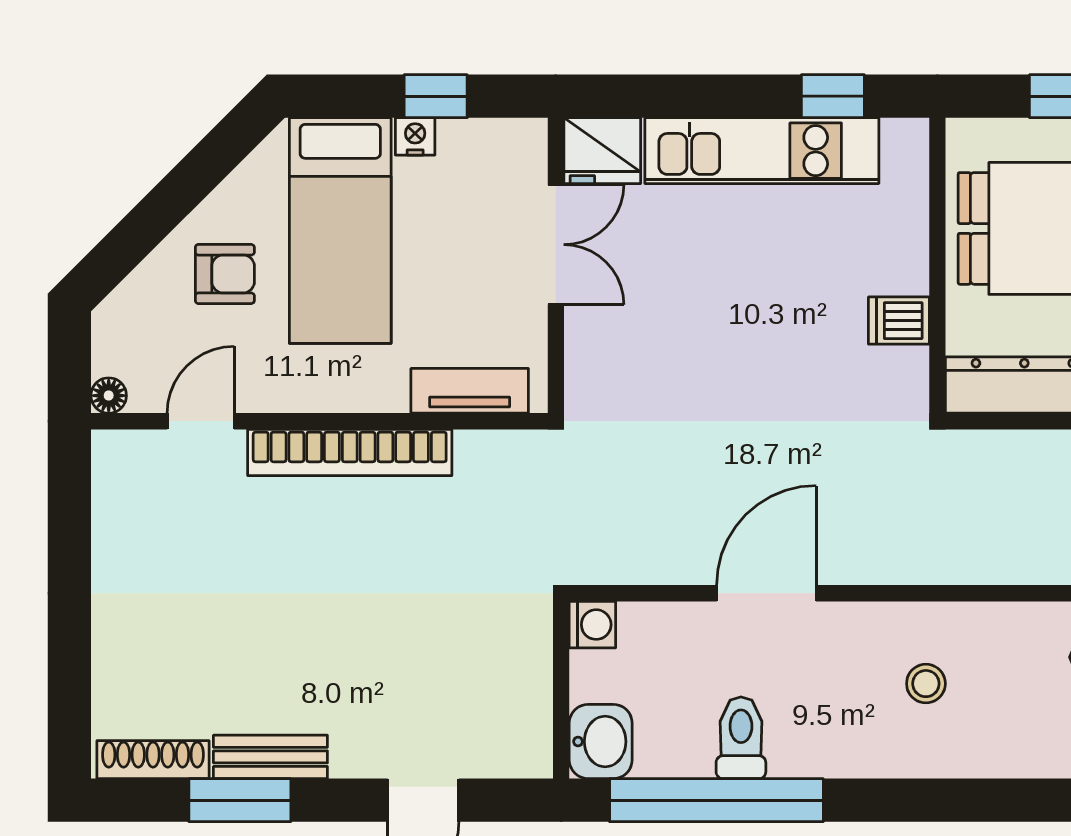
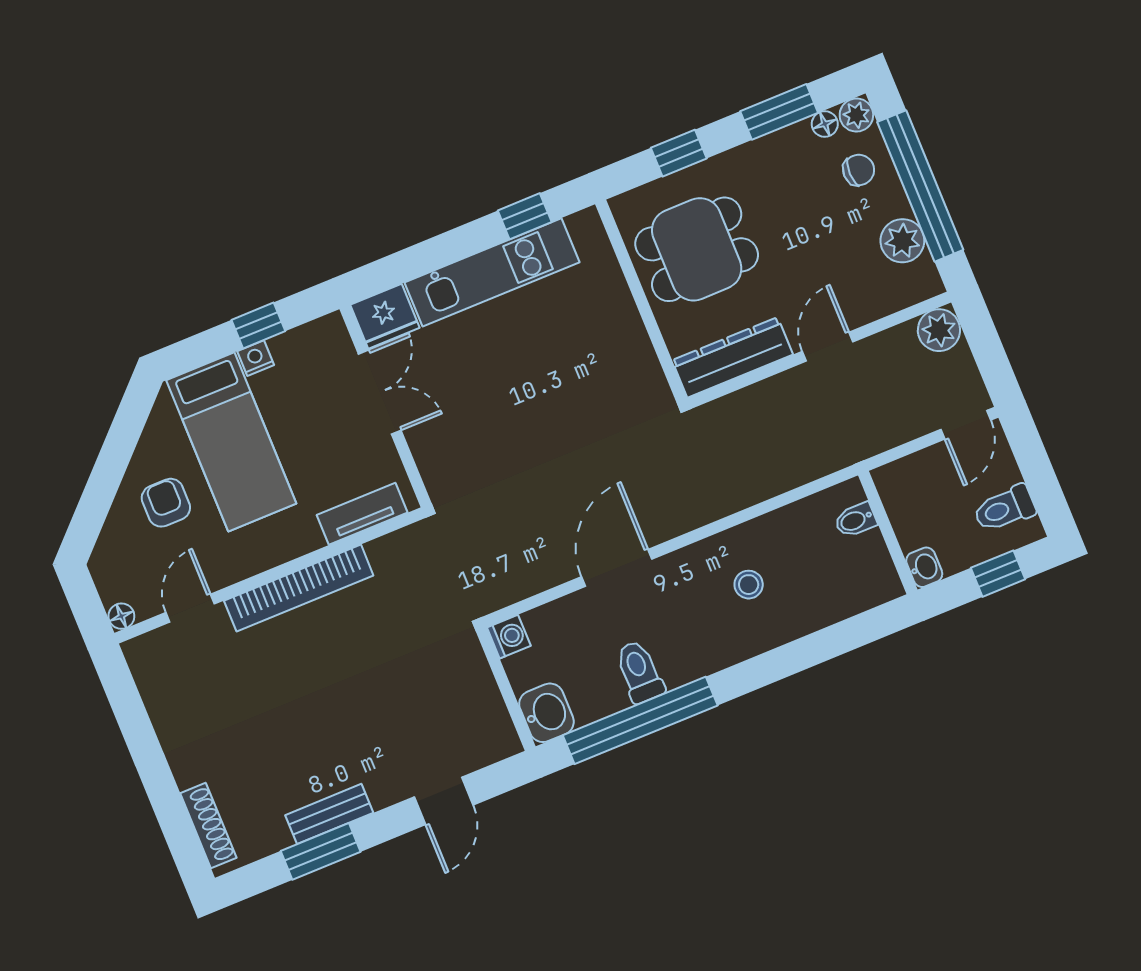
armchair: (225, 274) -> (166, 503), turned -90
dishwasher: (899, 321) -> (631, 349), removed
shoe rack: (153, 760) -> (208, 826), moved, turned 90

